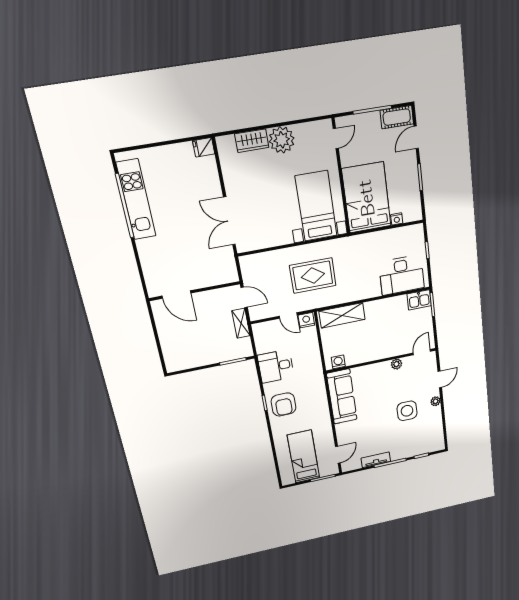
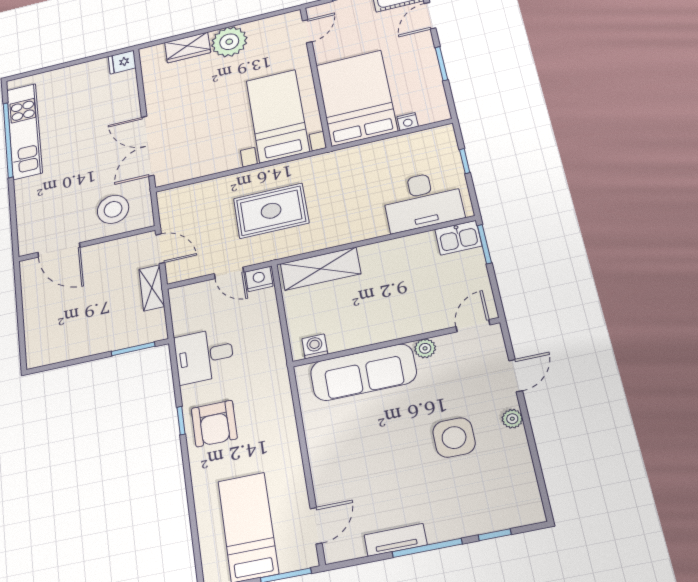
stool: (210, 267) -> (113, 209), added
sofa: (342, 397) -> (363, 372), moved, turned 90

